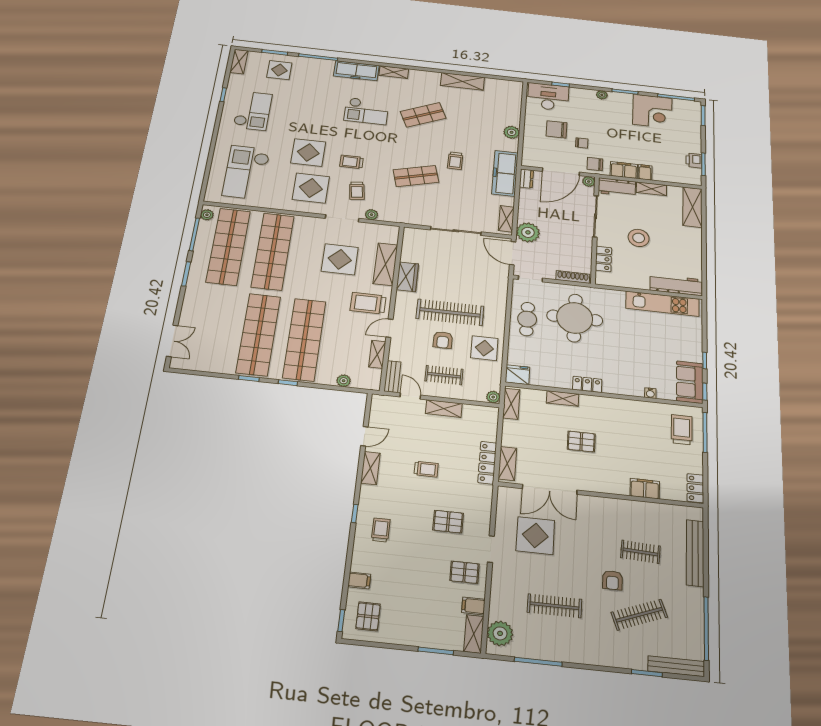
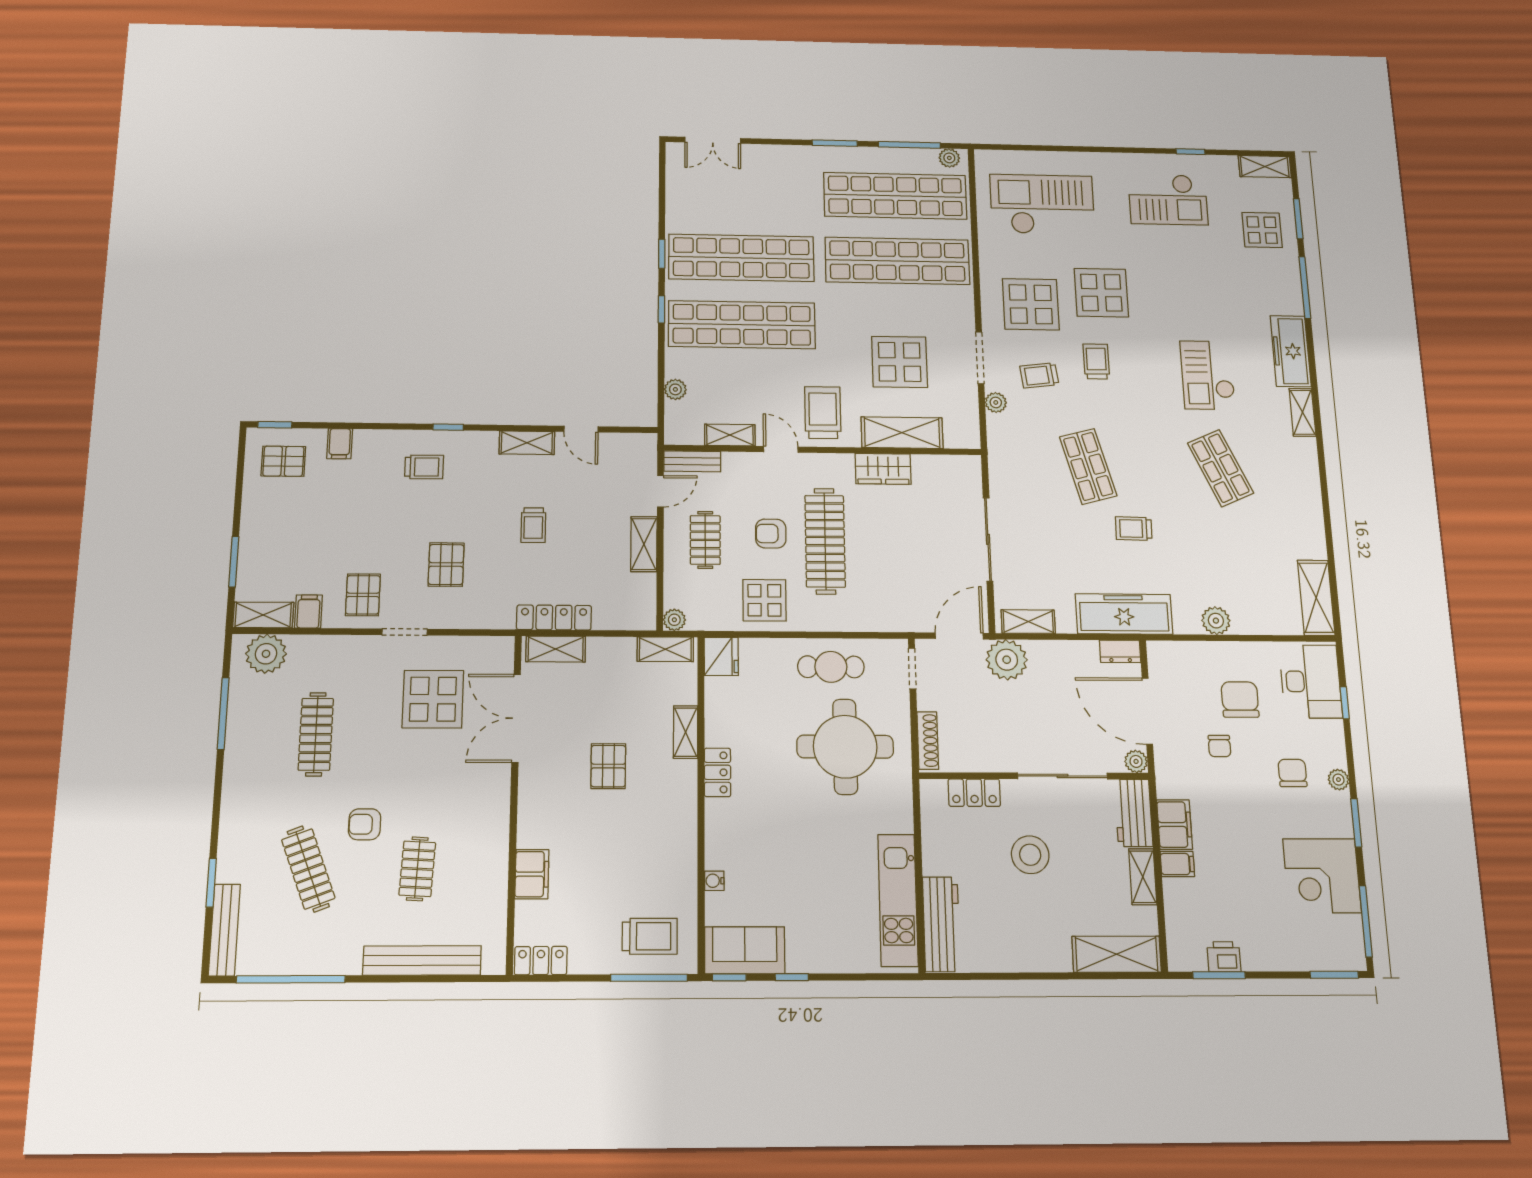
shelving: (462, 81) -> (1316, 598), moved
chair: (595, 164) -> (1292, 773), moved

